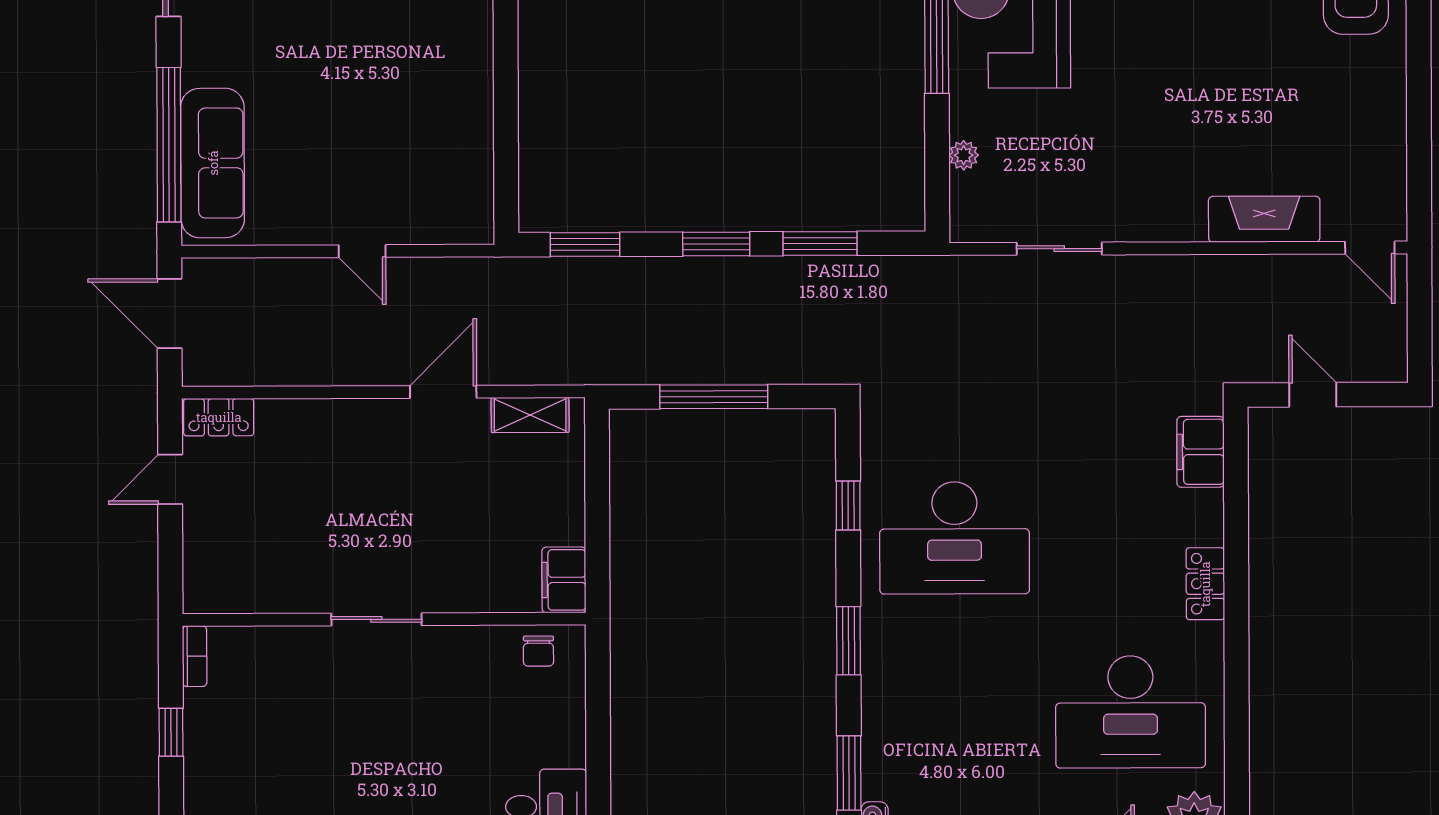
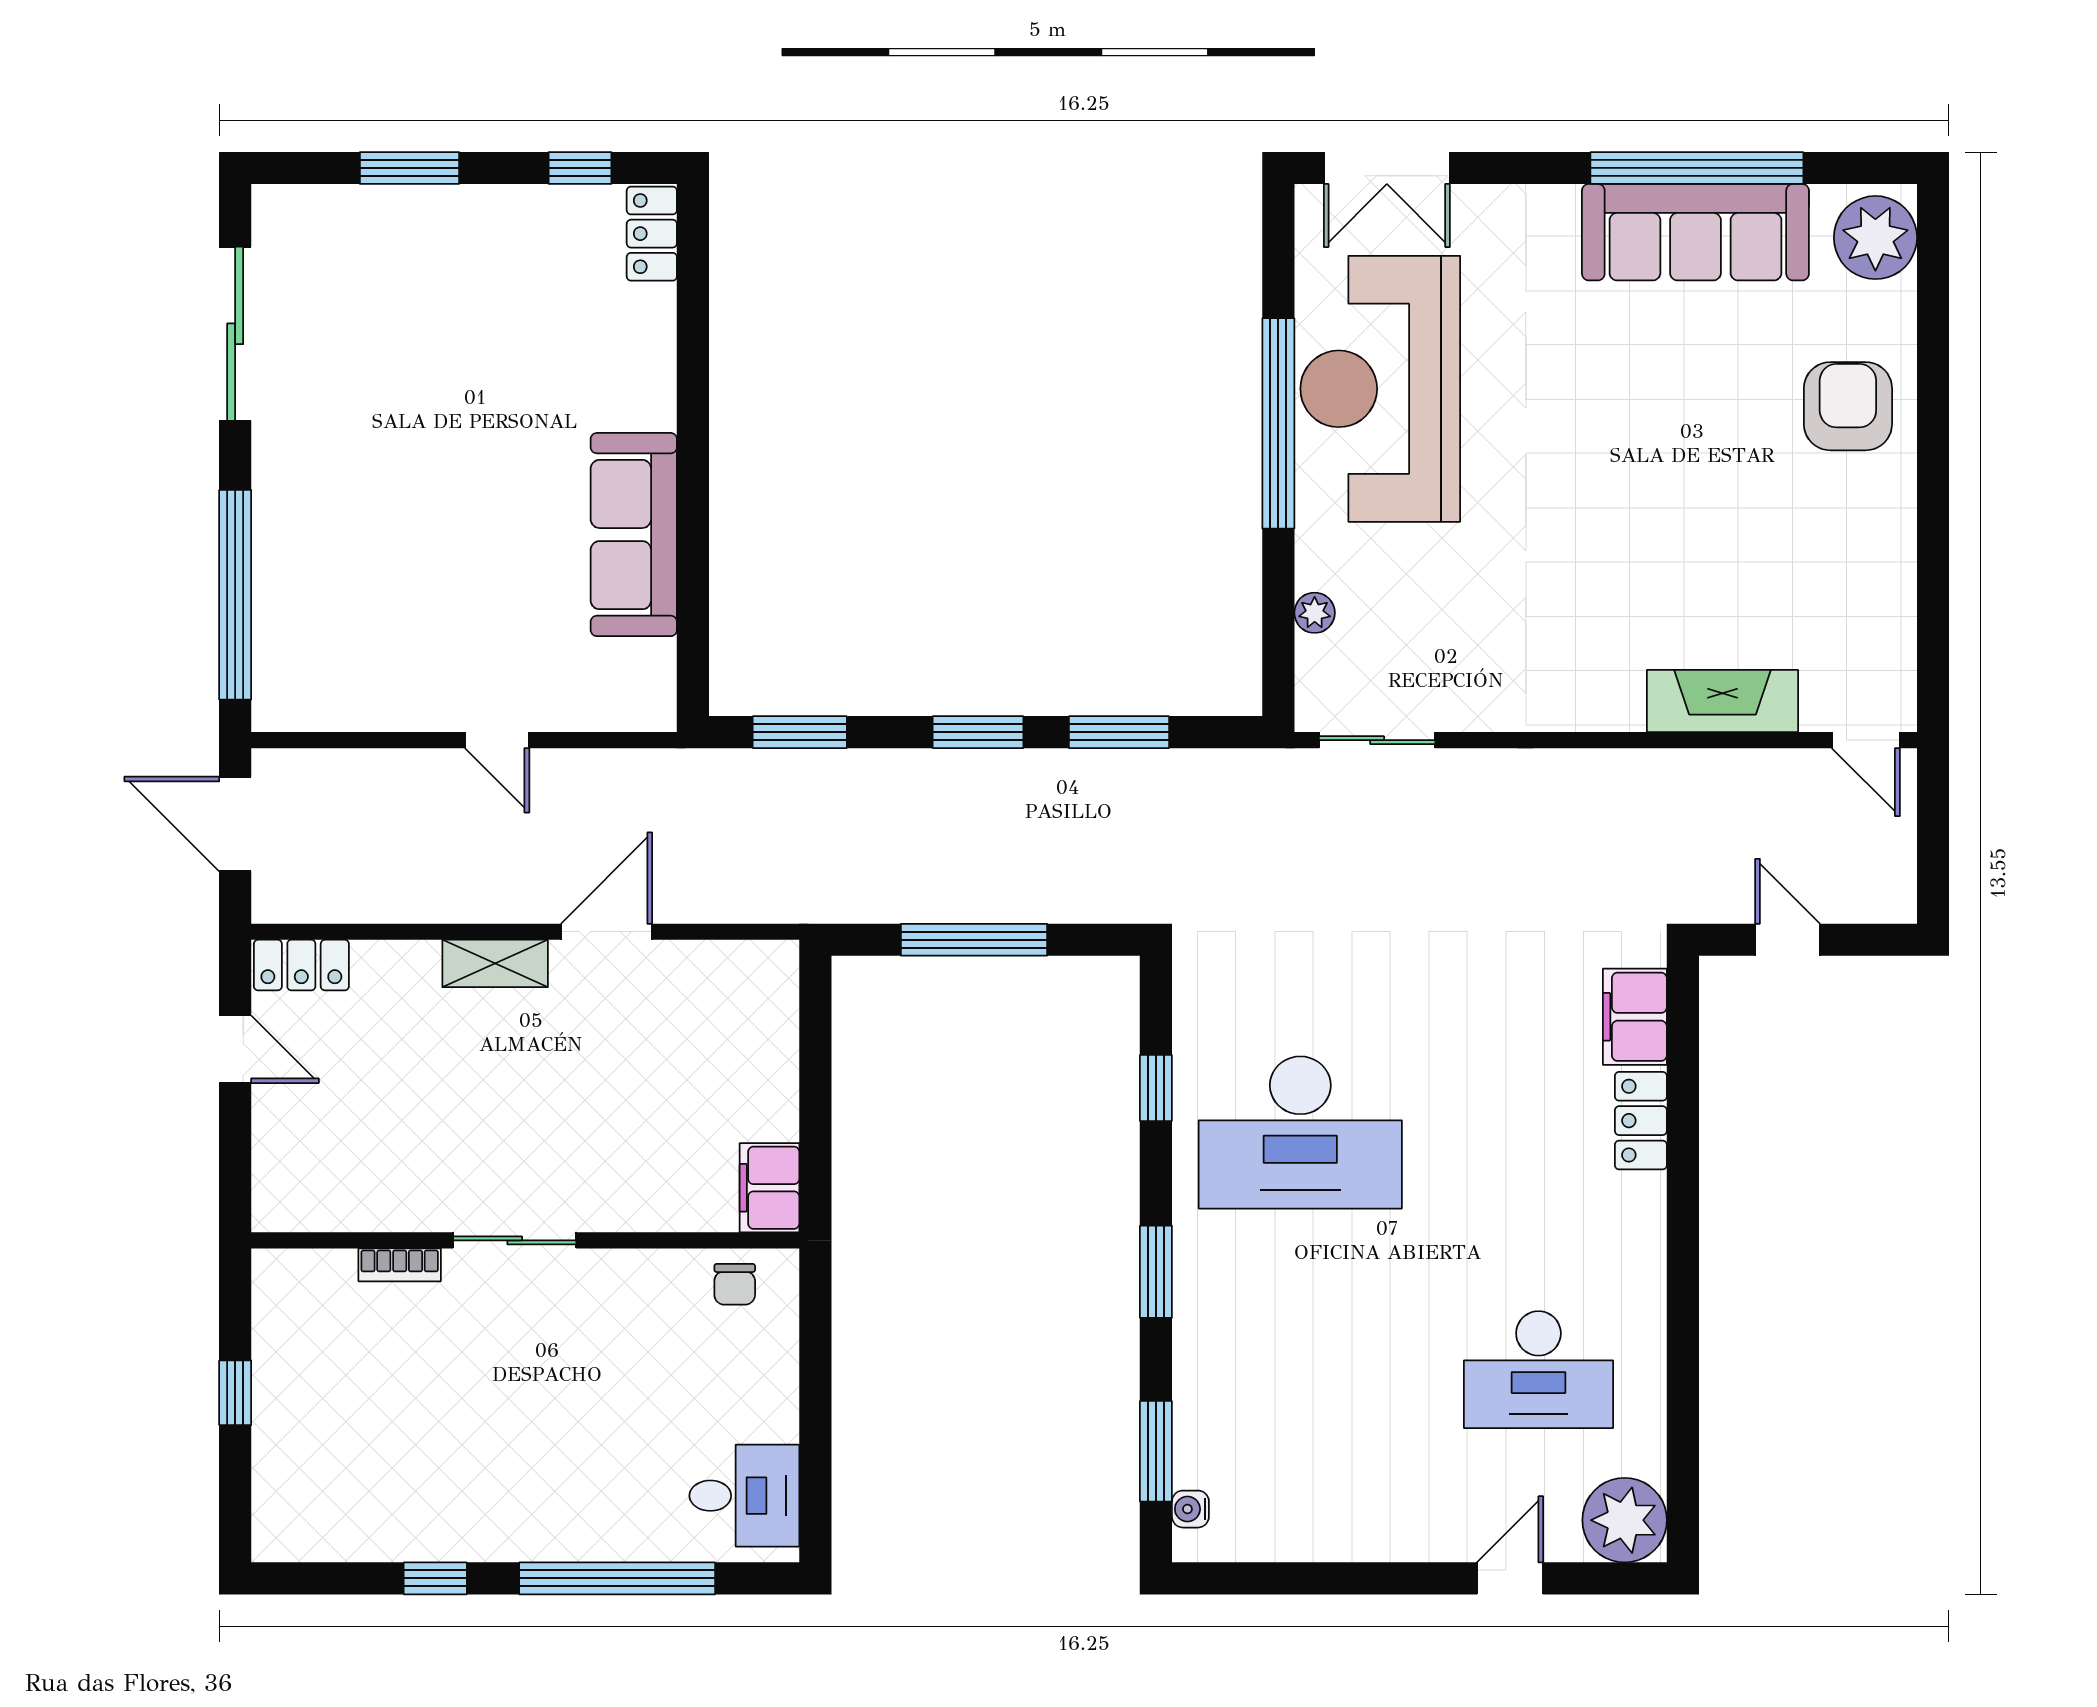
sofa: (213, 163) -> (634, 535), moved, turned 180
sliding door: (1059, 249) -> (1377, 740), moved
shelving: (530, 415) -> (495, 963), moved
door: (170, 479) -> (235, 1049), swing flipped
locker: (1205, 584) -> (1641, 1121), moved
bookcase: (195, 656) -> (400, 1265), moved, turned 90
desk: (1130, 712) -> (1538, 1370), width x0.73, depth x0.77

